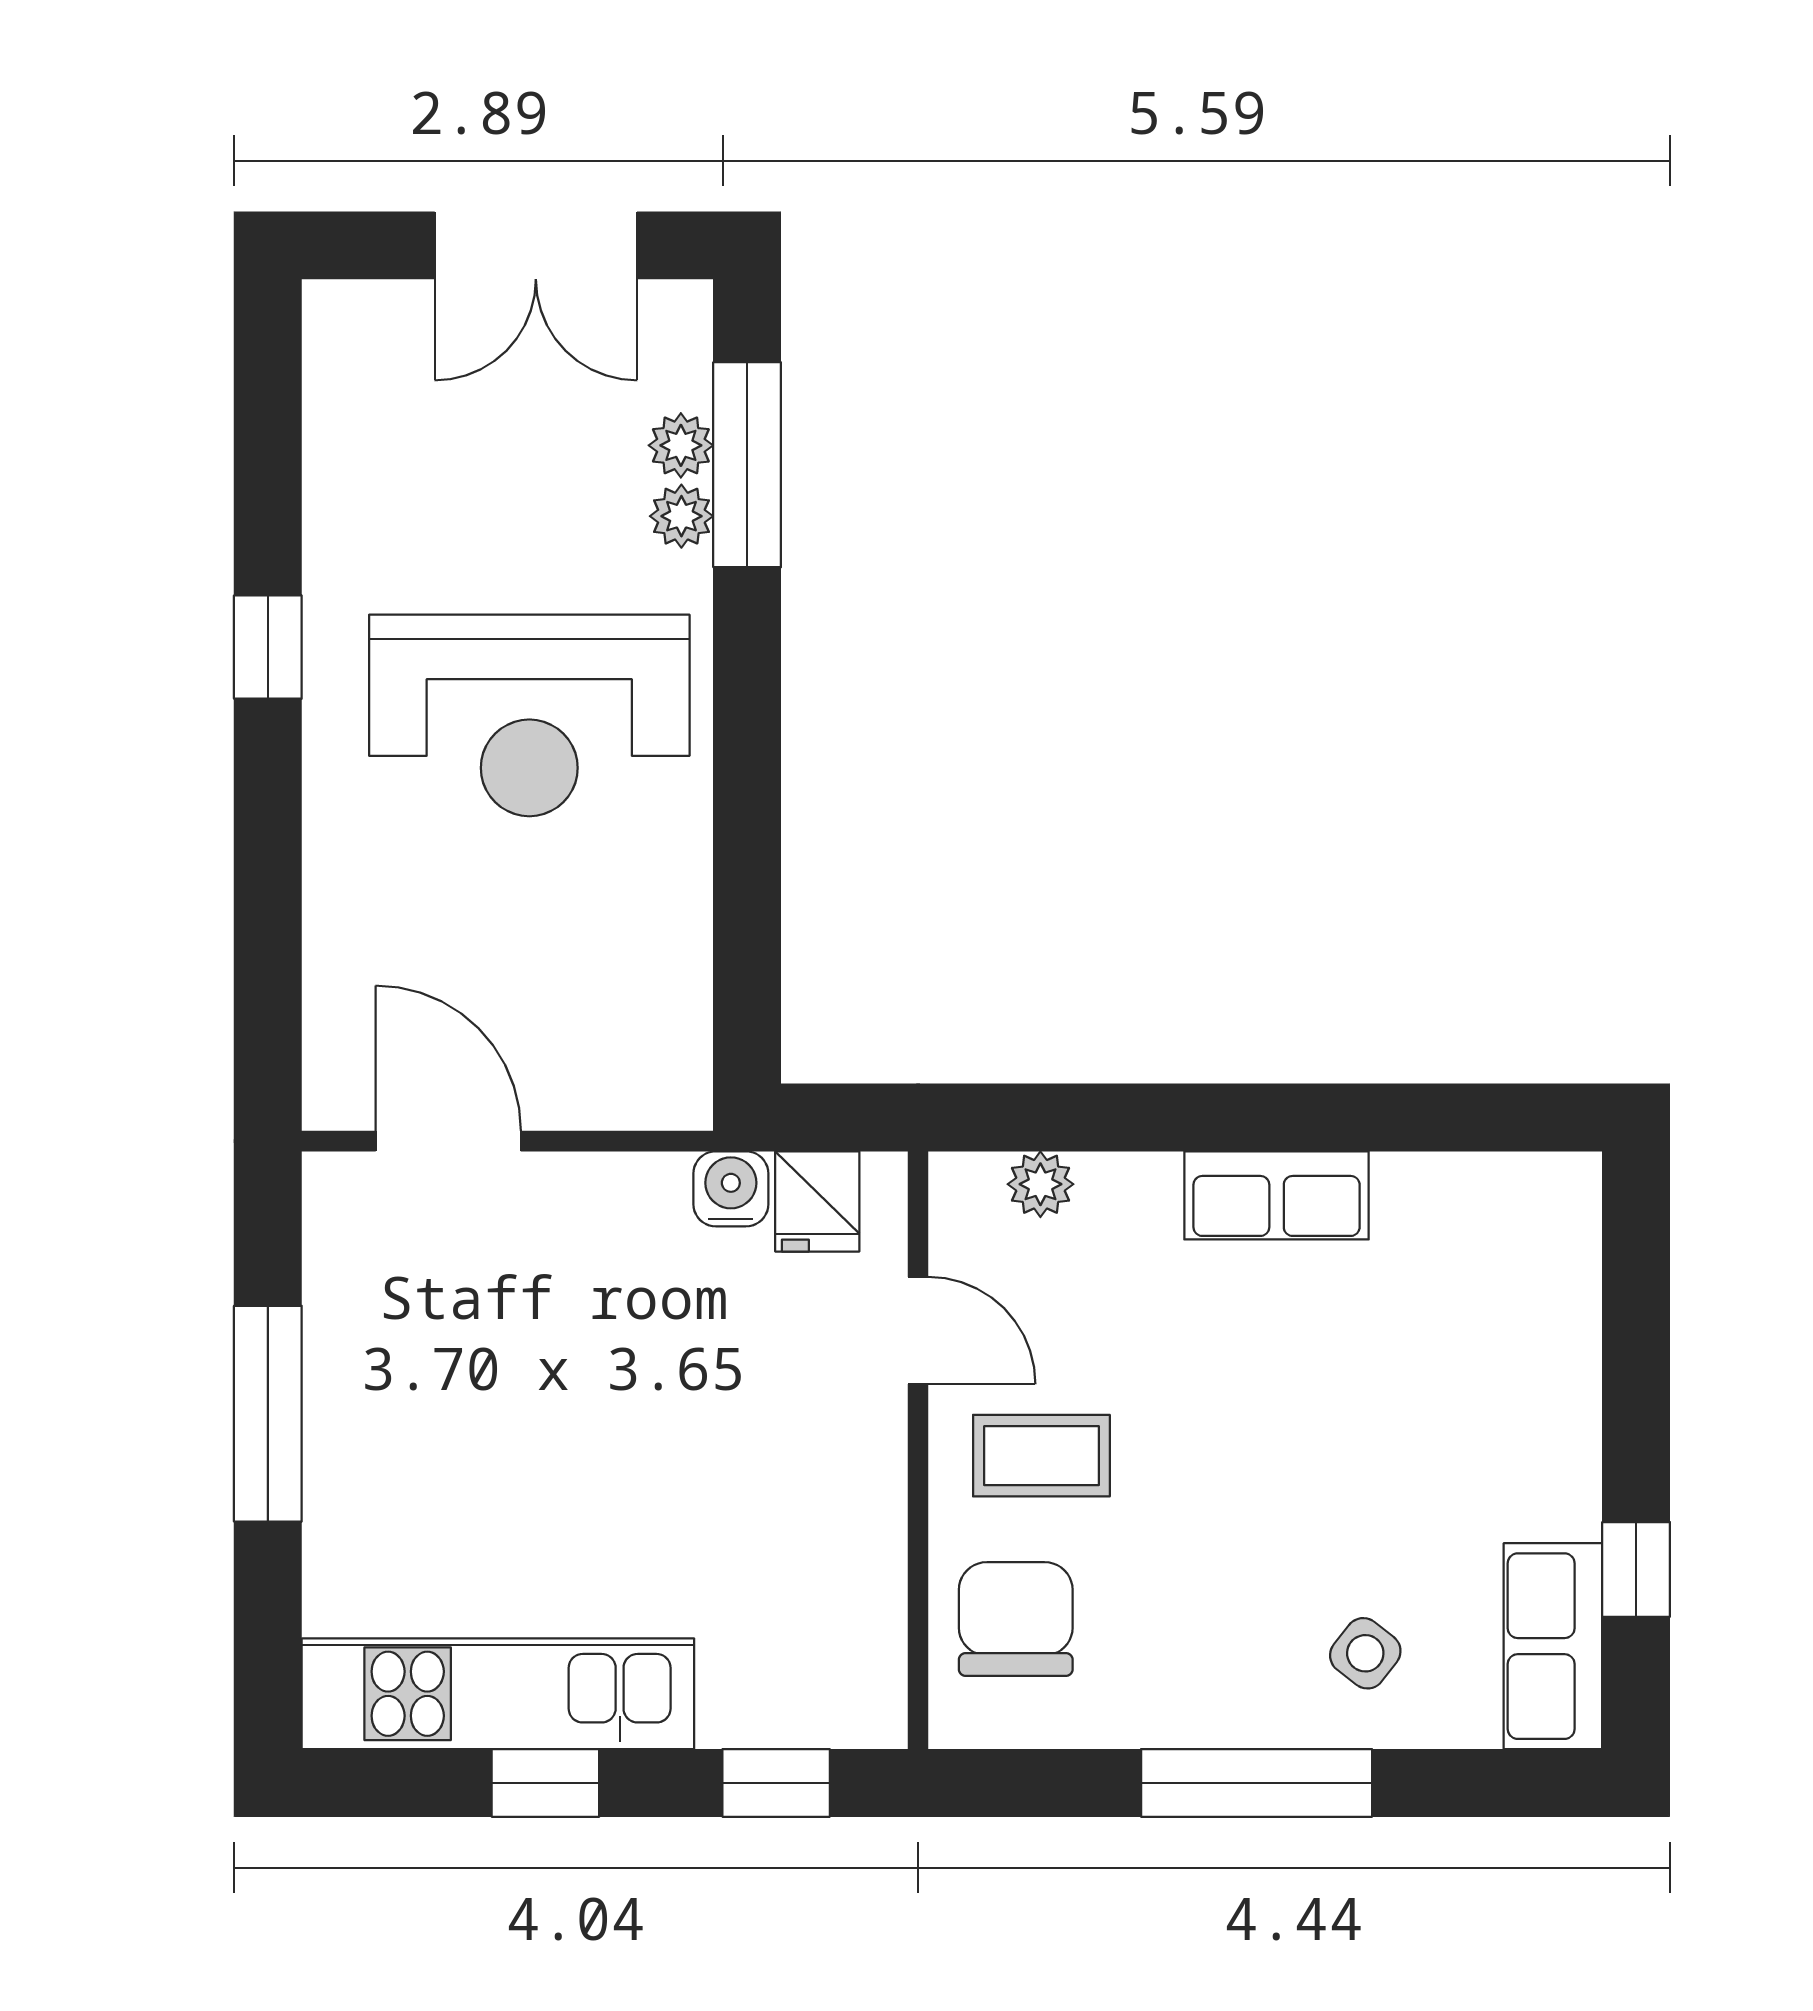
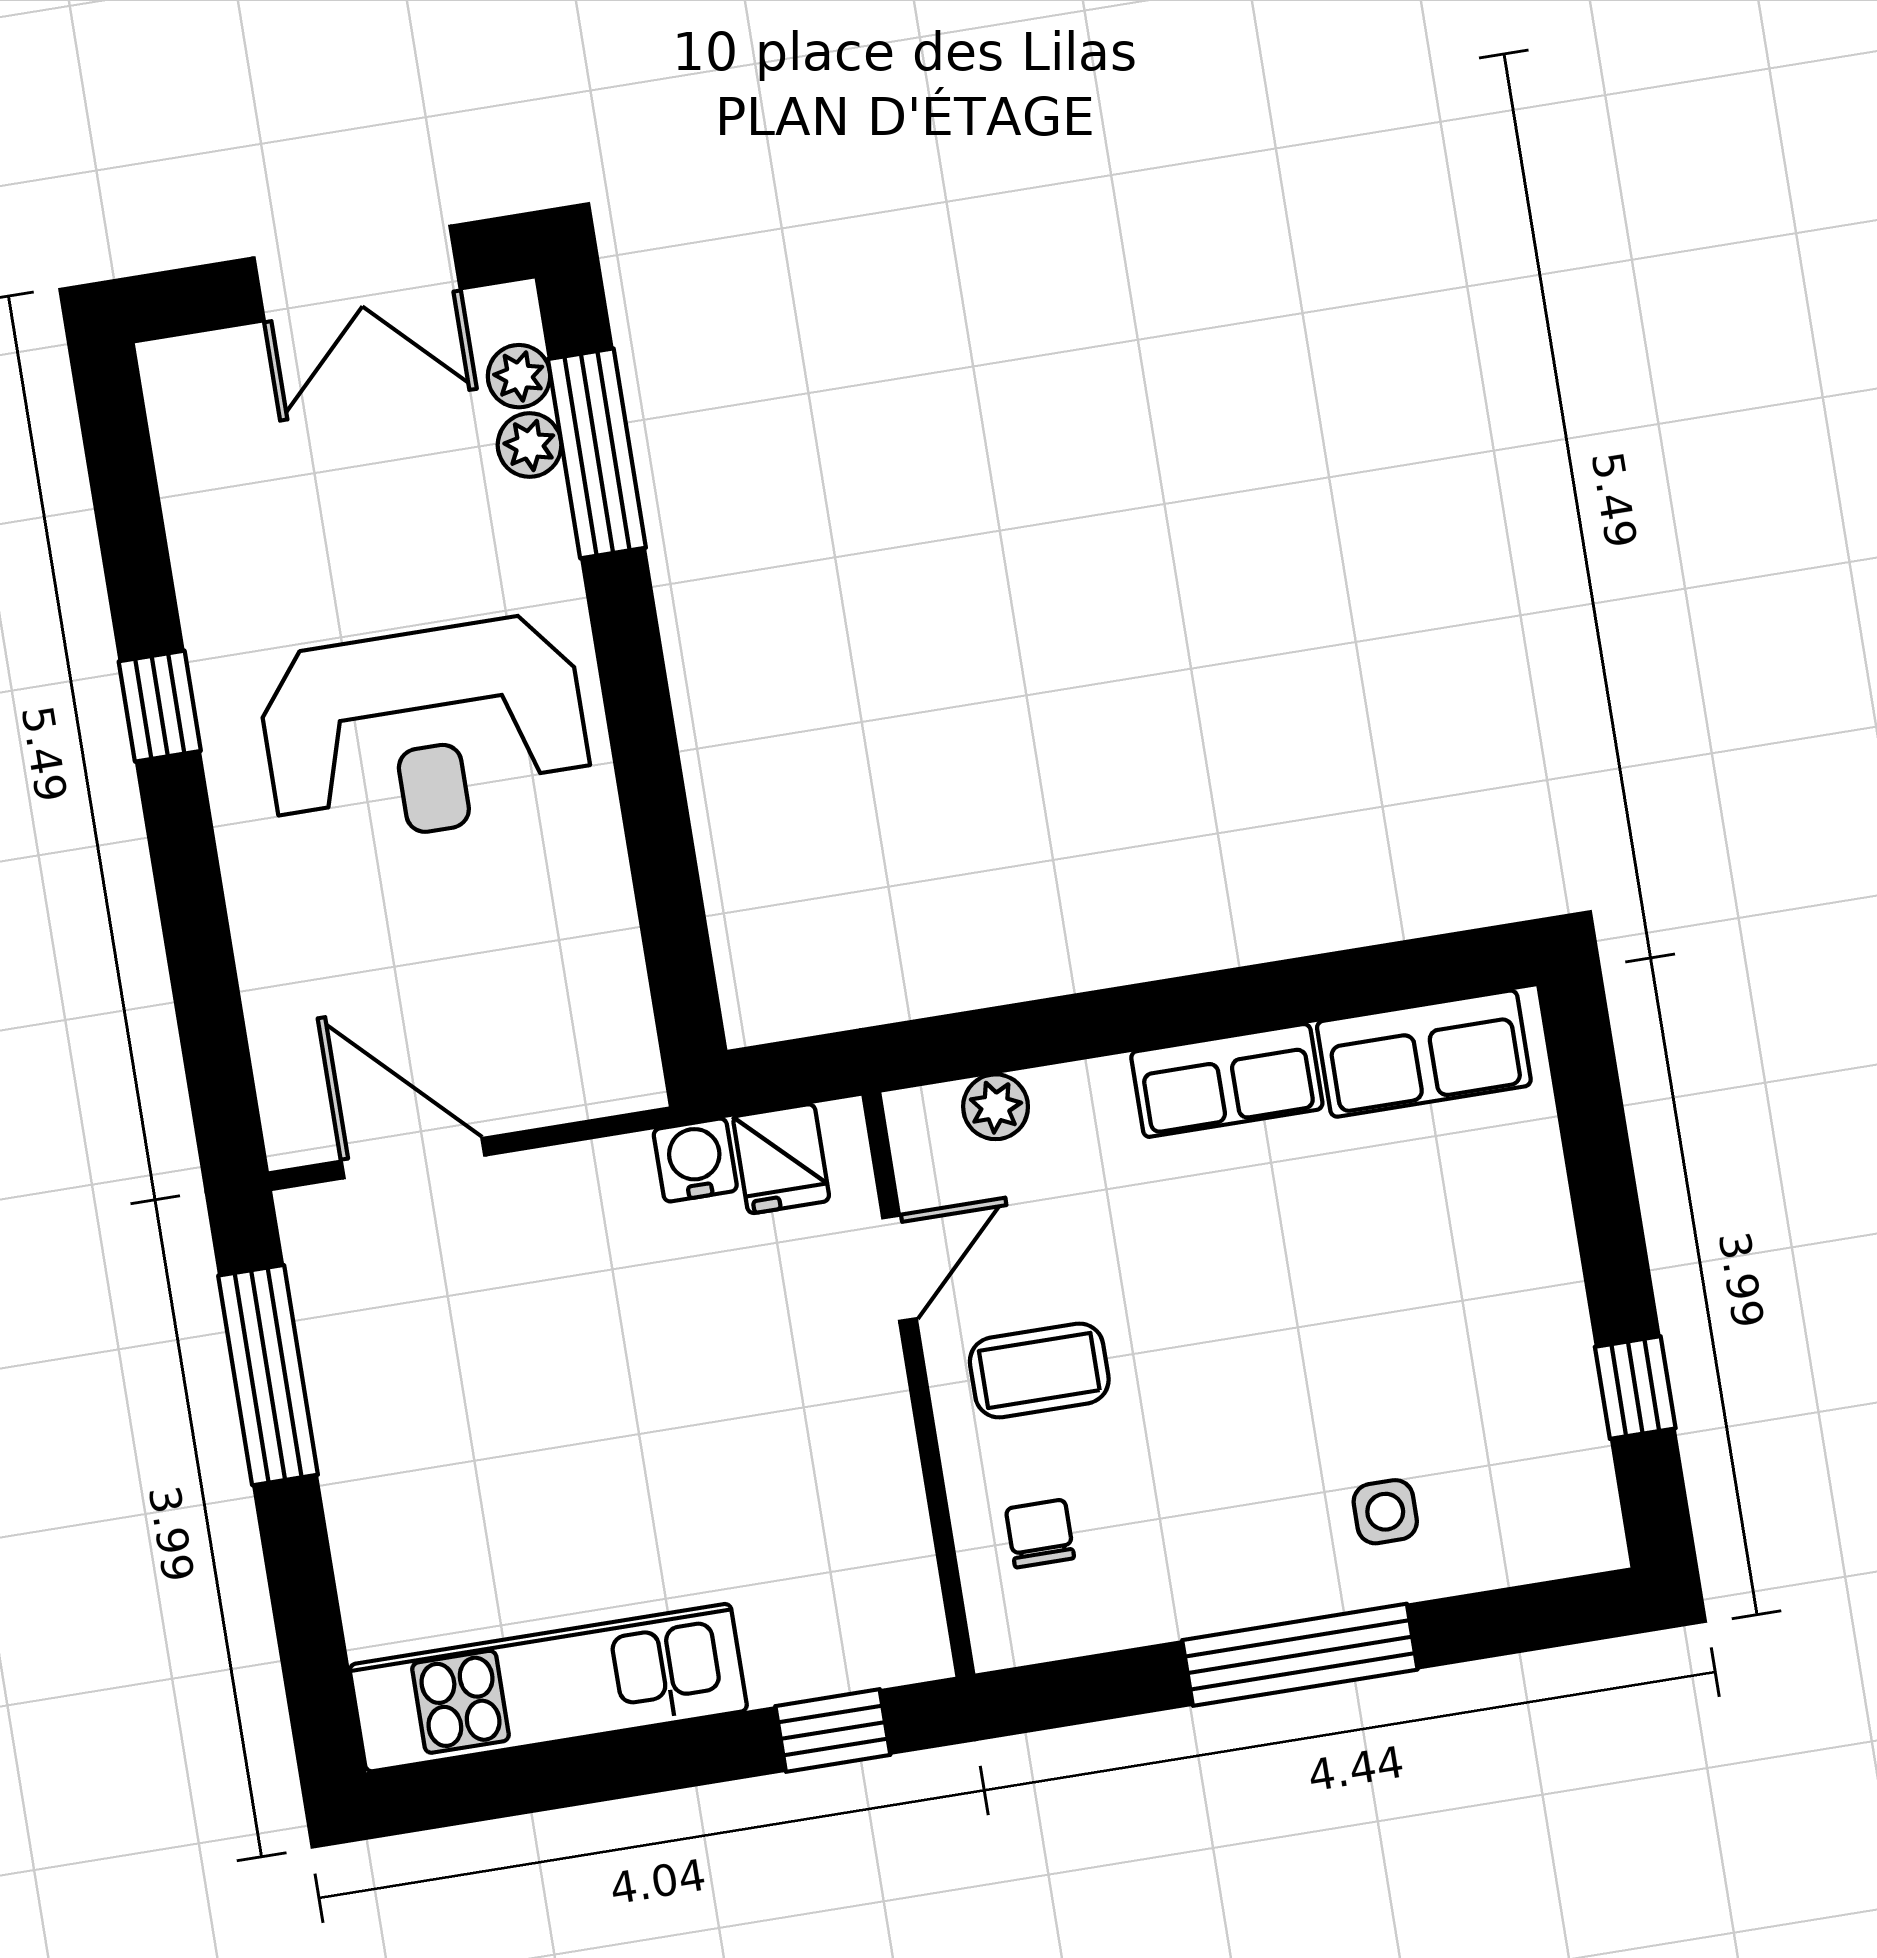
plant: (681, 516) -> (519, 376), moved
door: (918, 1330) -> (900, 1268), hinge flipped
window: (268, 1414) -> (268, 1375), moved
chair: (1016, 1619) -> (1040, 1533), width x0.54, depth x0.54
row of seats: (1553, 1646) -> (1424, 1054), moved, turned -90
side table: (1365, 1653) -> (1385, 1512), turned -38
window: (545, 1783) -> (608, 1767), removed

